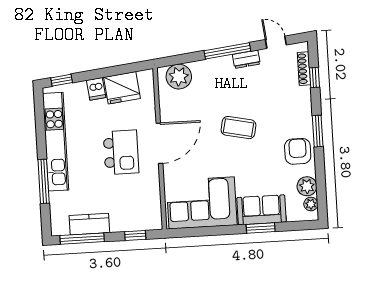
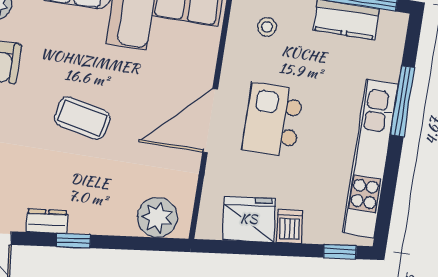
window: (227, 51) -> (73, 241), width x0.46
stool: (137, 209) -> (267, 27), added

